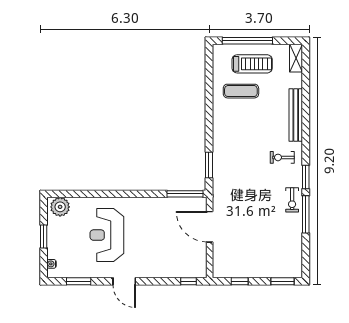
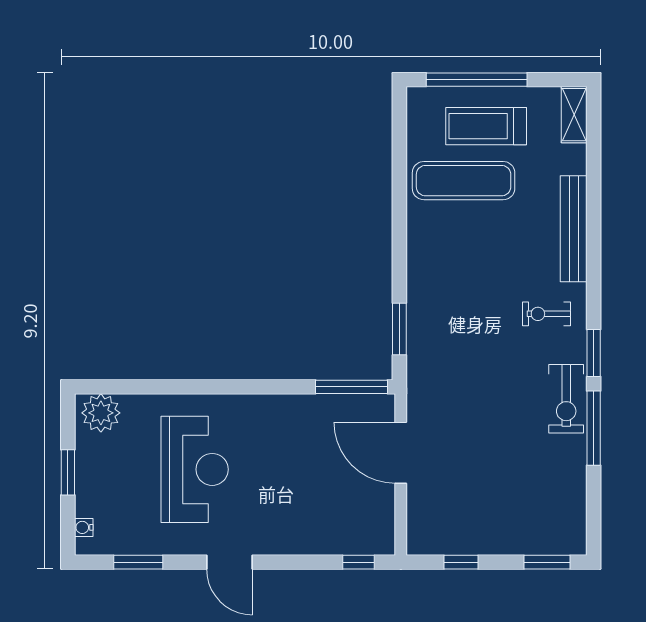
treadmill: (252, 64) -> (486, 126), turned 180
exercise mat: (241, 91) -> (464, 181), width x1.36, depth x1.45
exercise bike: (292, 200) -> (566, 399), width x1.38, depth x1.39
reception desk: (107, 235) -> (195, 469), turned 180

